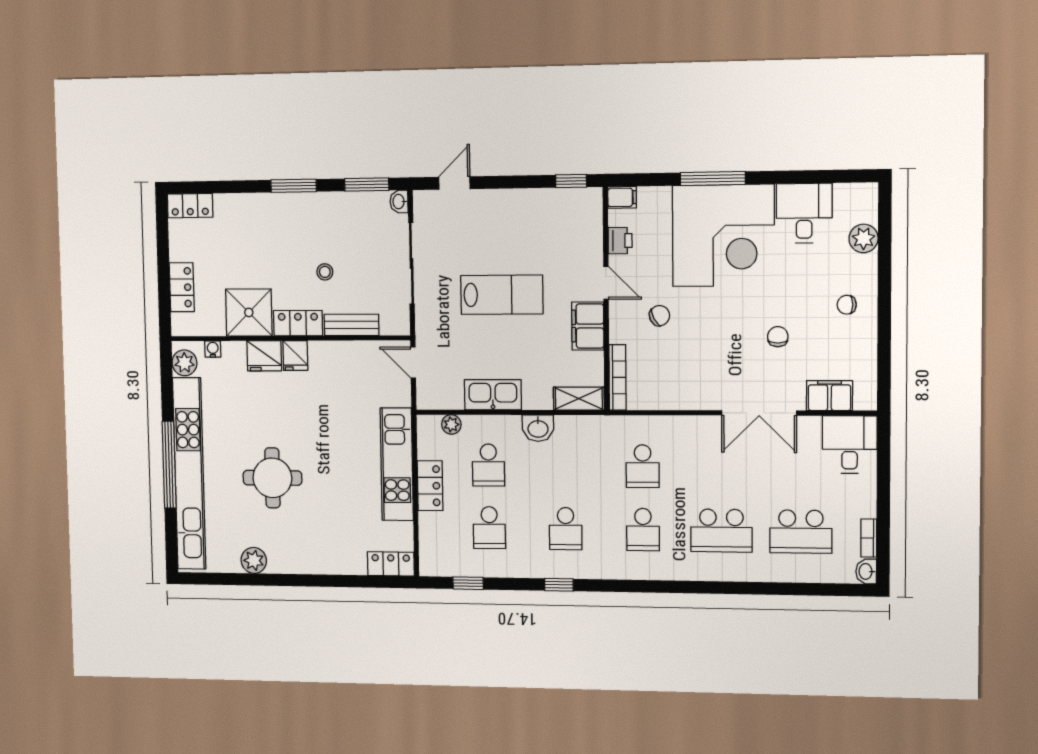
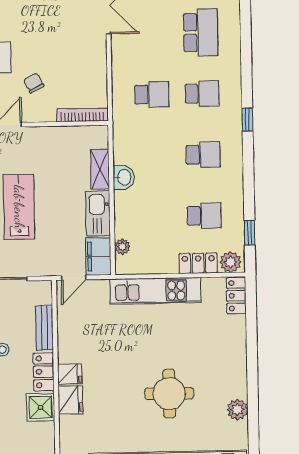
shower: (249, 312) -> (41, 407), width x0.73, depth x0.73
filing cabinet: (588, 326) -> (98, 256), moved, turned 90
water cooler: (213, 349) -> (66, 443), removed
shelving: (579, 399) -> (100, 169), moved
school desk: (488, 465) -> (154, 217), removed
locker: (430, 486) -> (198, 263), moved
plant: (432, 558) -> (230, 262), added
window: (559, 585) -> (247, 119), moved

